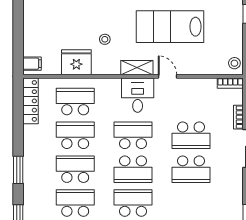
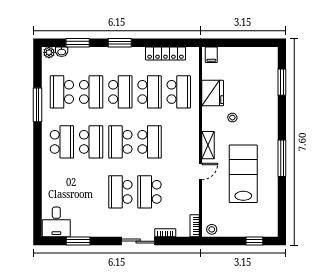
desk: (138, 95) -> (184, 146), removed
locker: (31, 101) -> (165, 53), moved

